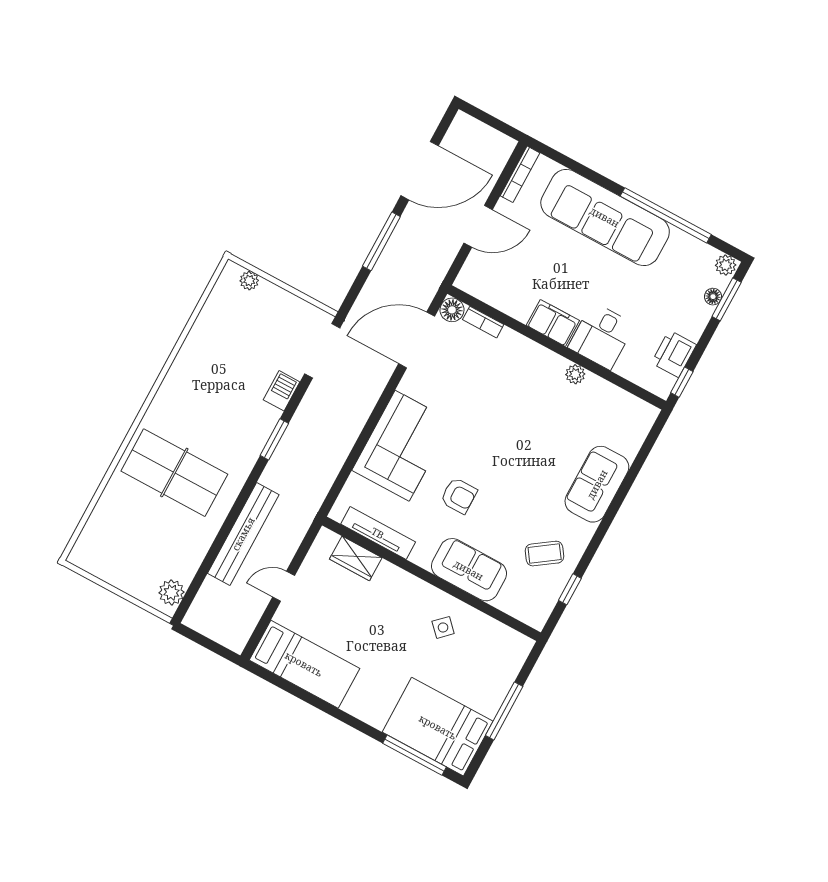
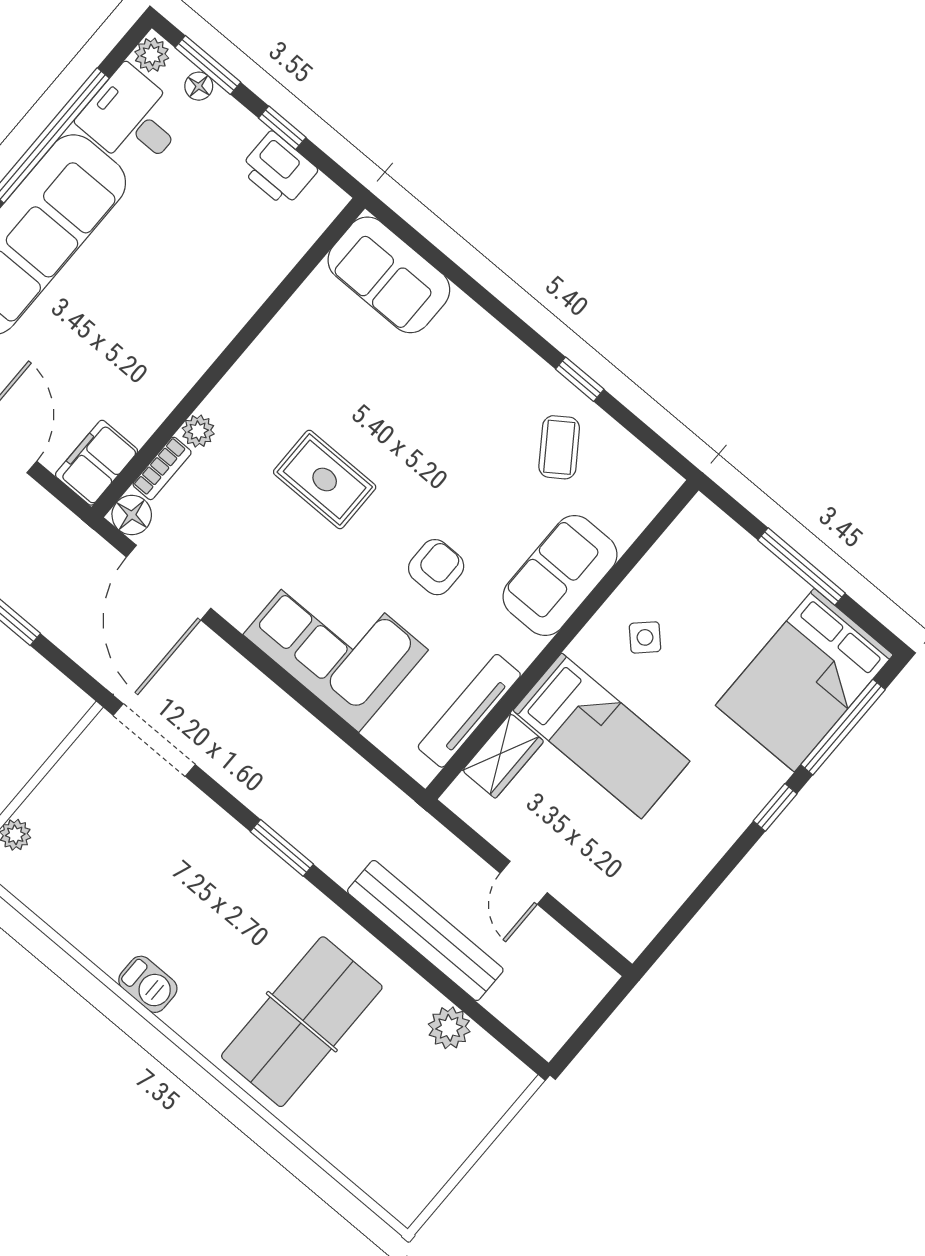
filing cabinet: (553, 323) -> (97, 463), moved
desk: (601, 336) -> (133, 119), moved, turned 180
plant: (575, 374) -> (198, 431), moved
window: (682, 382) -> (282, 128), moved
barbecue: (282, 391) -> (148, 984), moved, turned 180
rug: (497, 419) -> (325, 480), added
sofa: (597, 484) -> (389, 275), moved
window: (570, 589) -> (580, 379), moved
plant: (171, 592) -> (449, 1028), moved
bed: (304, 664) -> (601, 736), moved, turned 90
window: (359, 725) -> (775, 807), added

